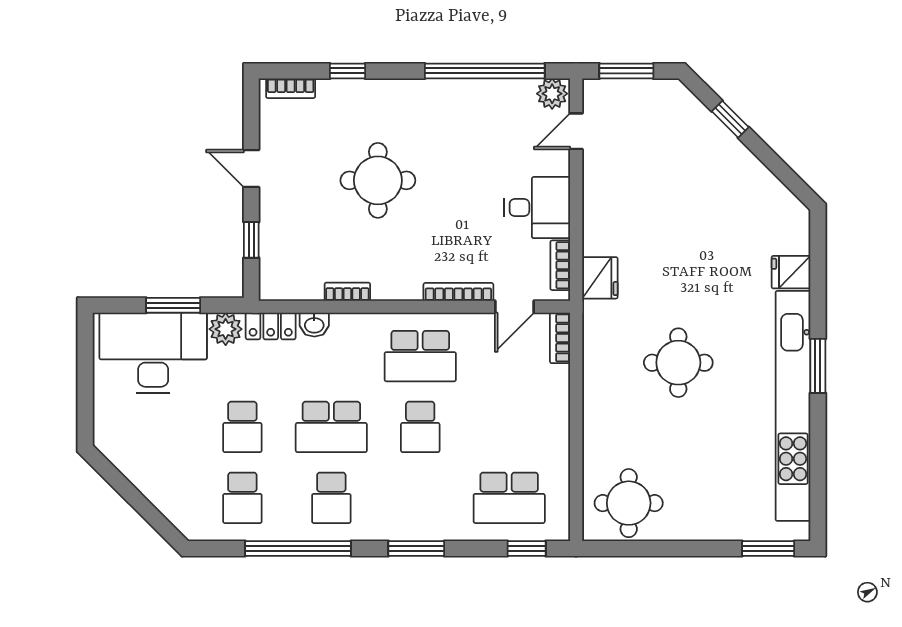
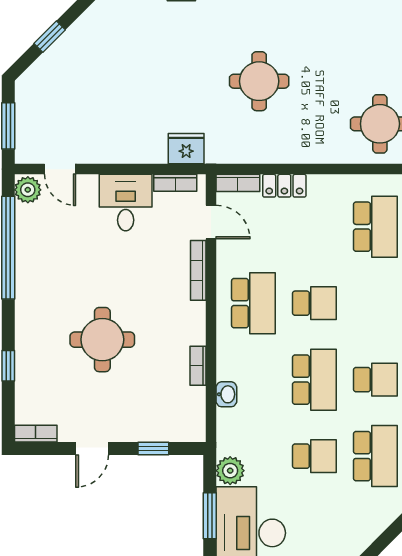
bookcase: (291, 88) -> (36, 434), moved, turned -90
locker: (271, 326) -> (284, 186), moved, turned 90
school desk: (242, 498) -> (375, 456), width x1.85

